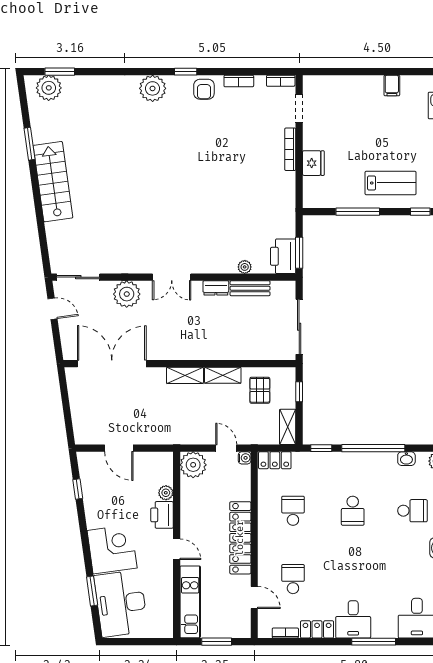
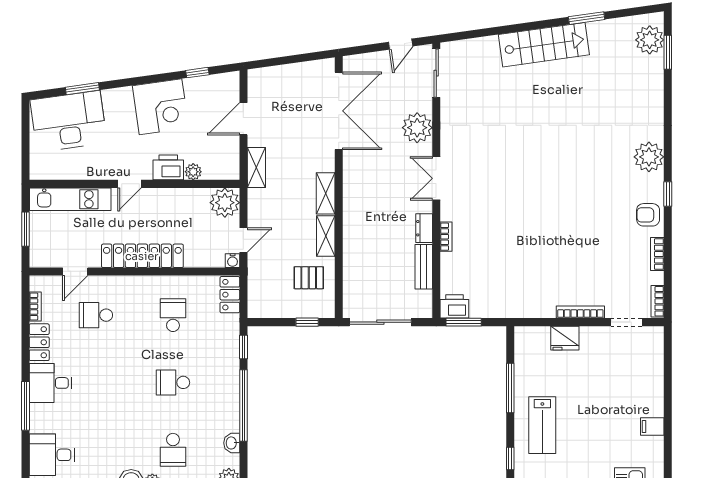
printer: (283, 256) -> (454, 306), width x0.73, depth x0.84
plant: (245, 267) -> (448, 261), removed
bookcase: (223, 269) -> (446, 237), added
shelving: (288, 427) -> (256, 167), moved, turned 90
school desk: (293, 511) -> (173, 315), turned -90
corner desk: (112, 549) -> (160, 107), moved
school desk: (293, 579) -> (96, 315), turned 180

